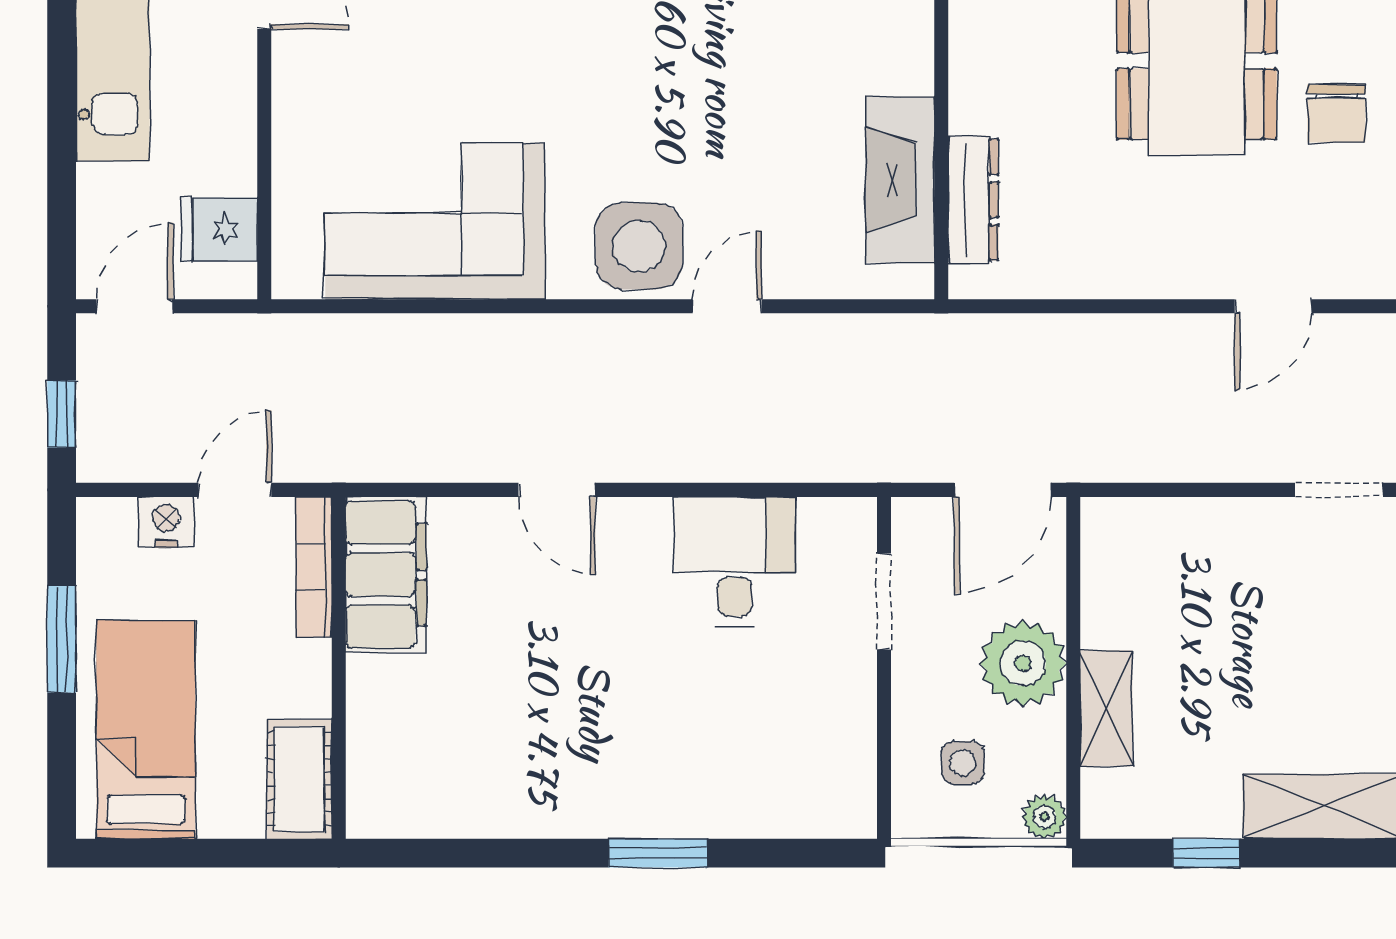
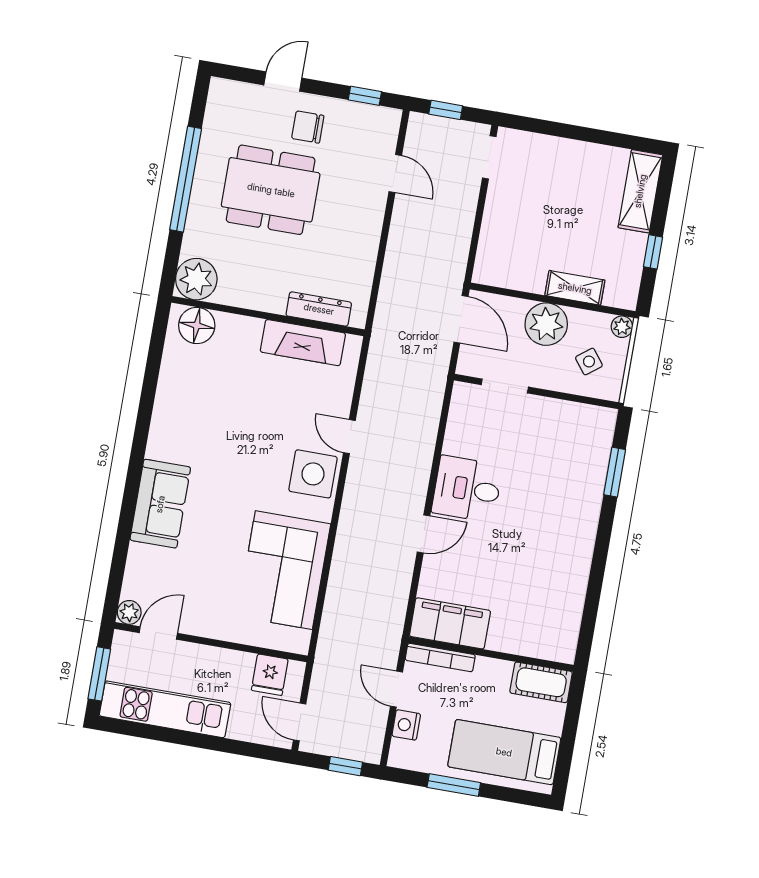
chair: (1336, 114) -> (308, 127), turned 180
desk: (735, 562) -> (467, 489), moved
side table: (963, 763) -> (589, 361), turned -38
window: (658, 853) -> (615, 472), moved

